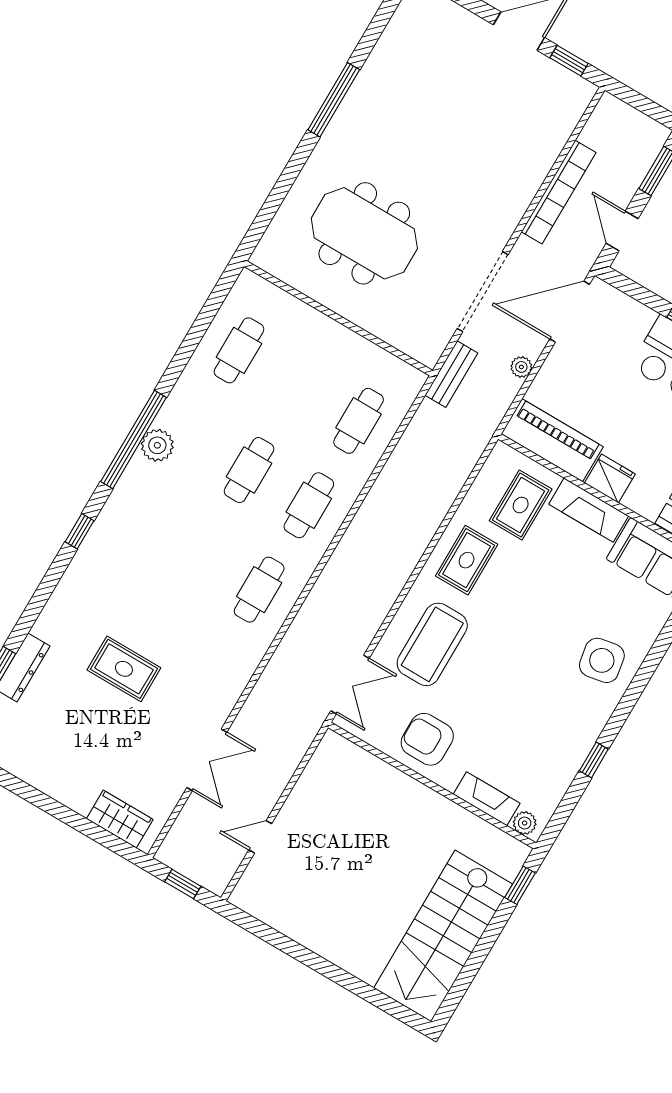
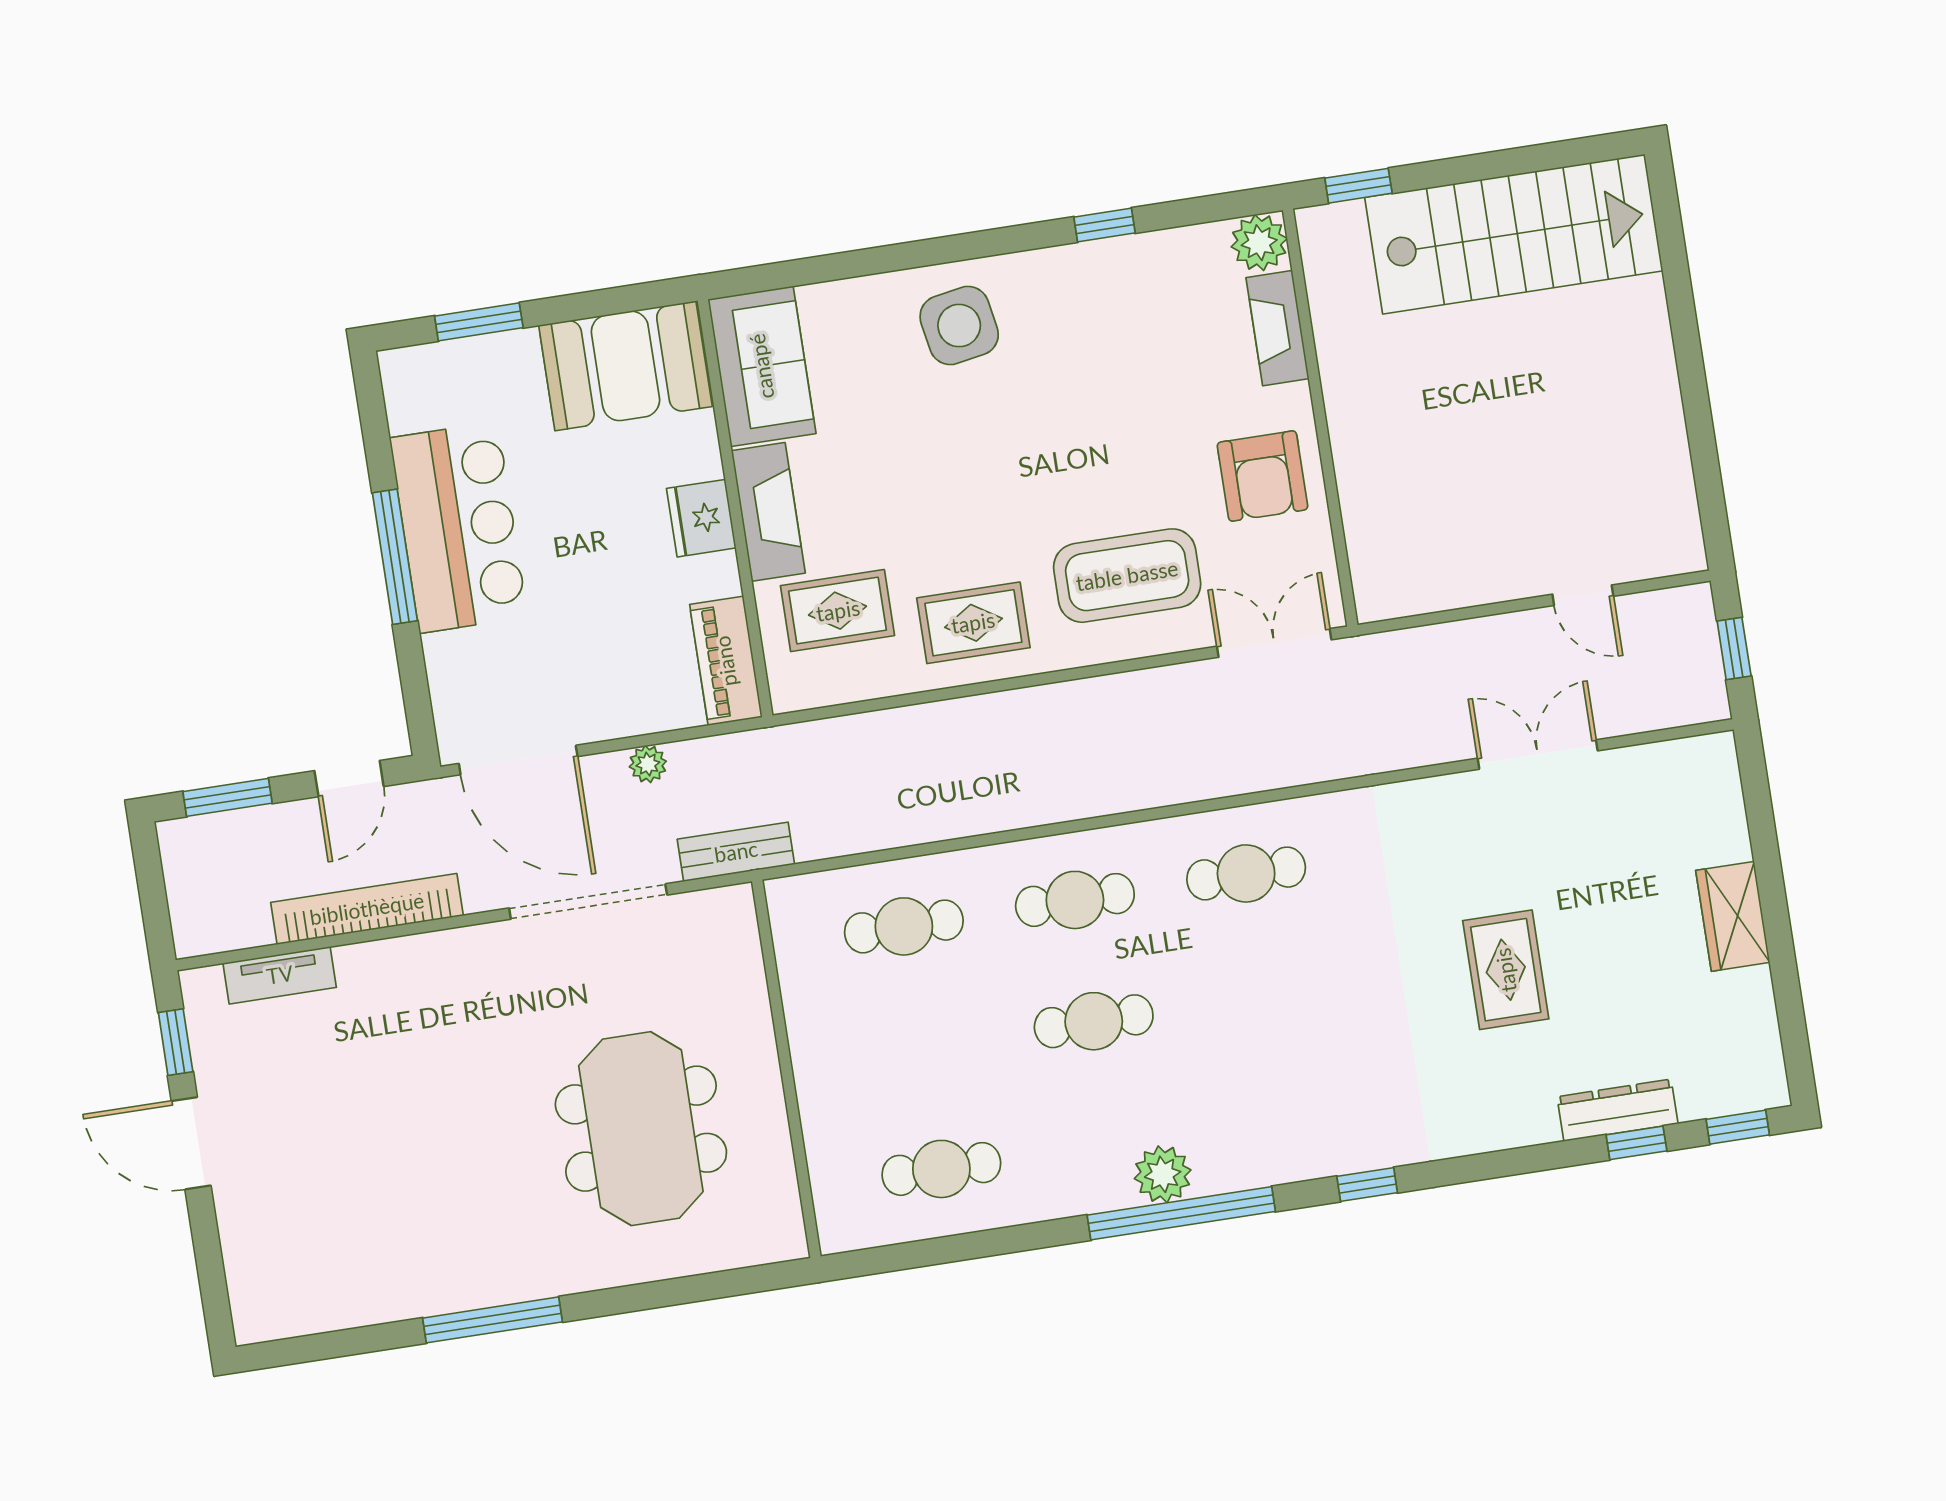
tv unit: (561, 130) -> (280, 975), added
piano: (552, 440) -> (726, 661), width x0.73, depth x0.75
wardrobe: (120, 819) -> (1733, 916), moved
plant: (525, 823) -> (1259, 243), width x1.38, depth x1.38

